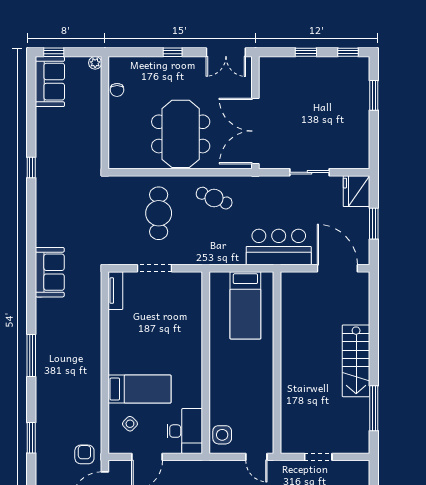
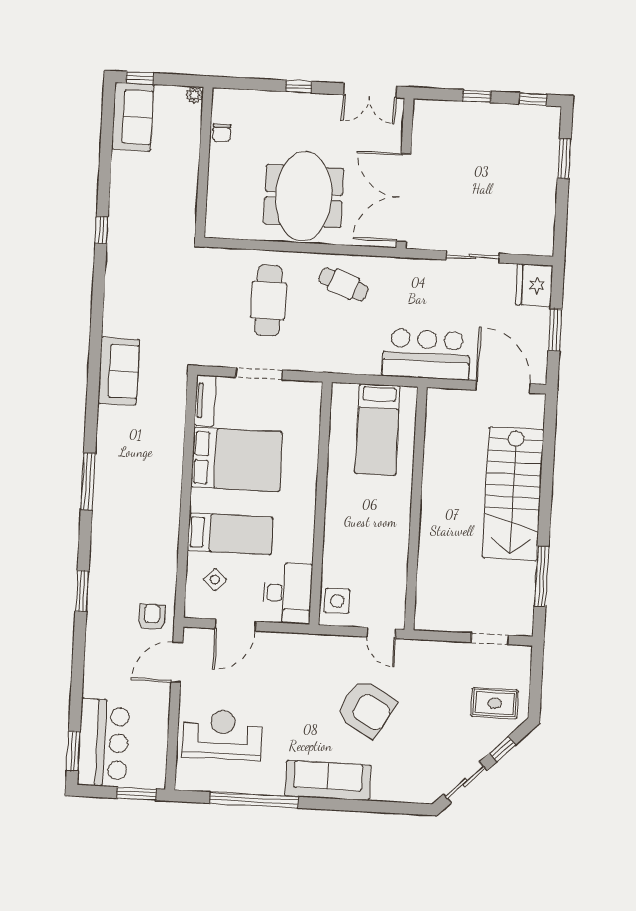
bed: (141, 333) -> (237, 459), added
stairs: (356, 361) -> (513, 494), width x1.36, depth x1.51
doorway: (318, 457) -> (490, 639), moved

